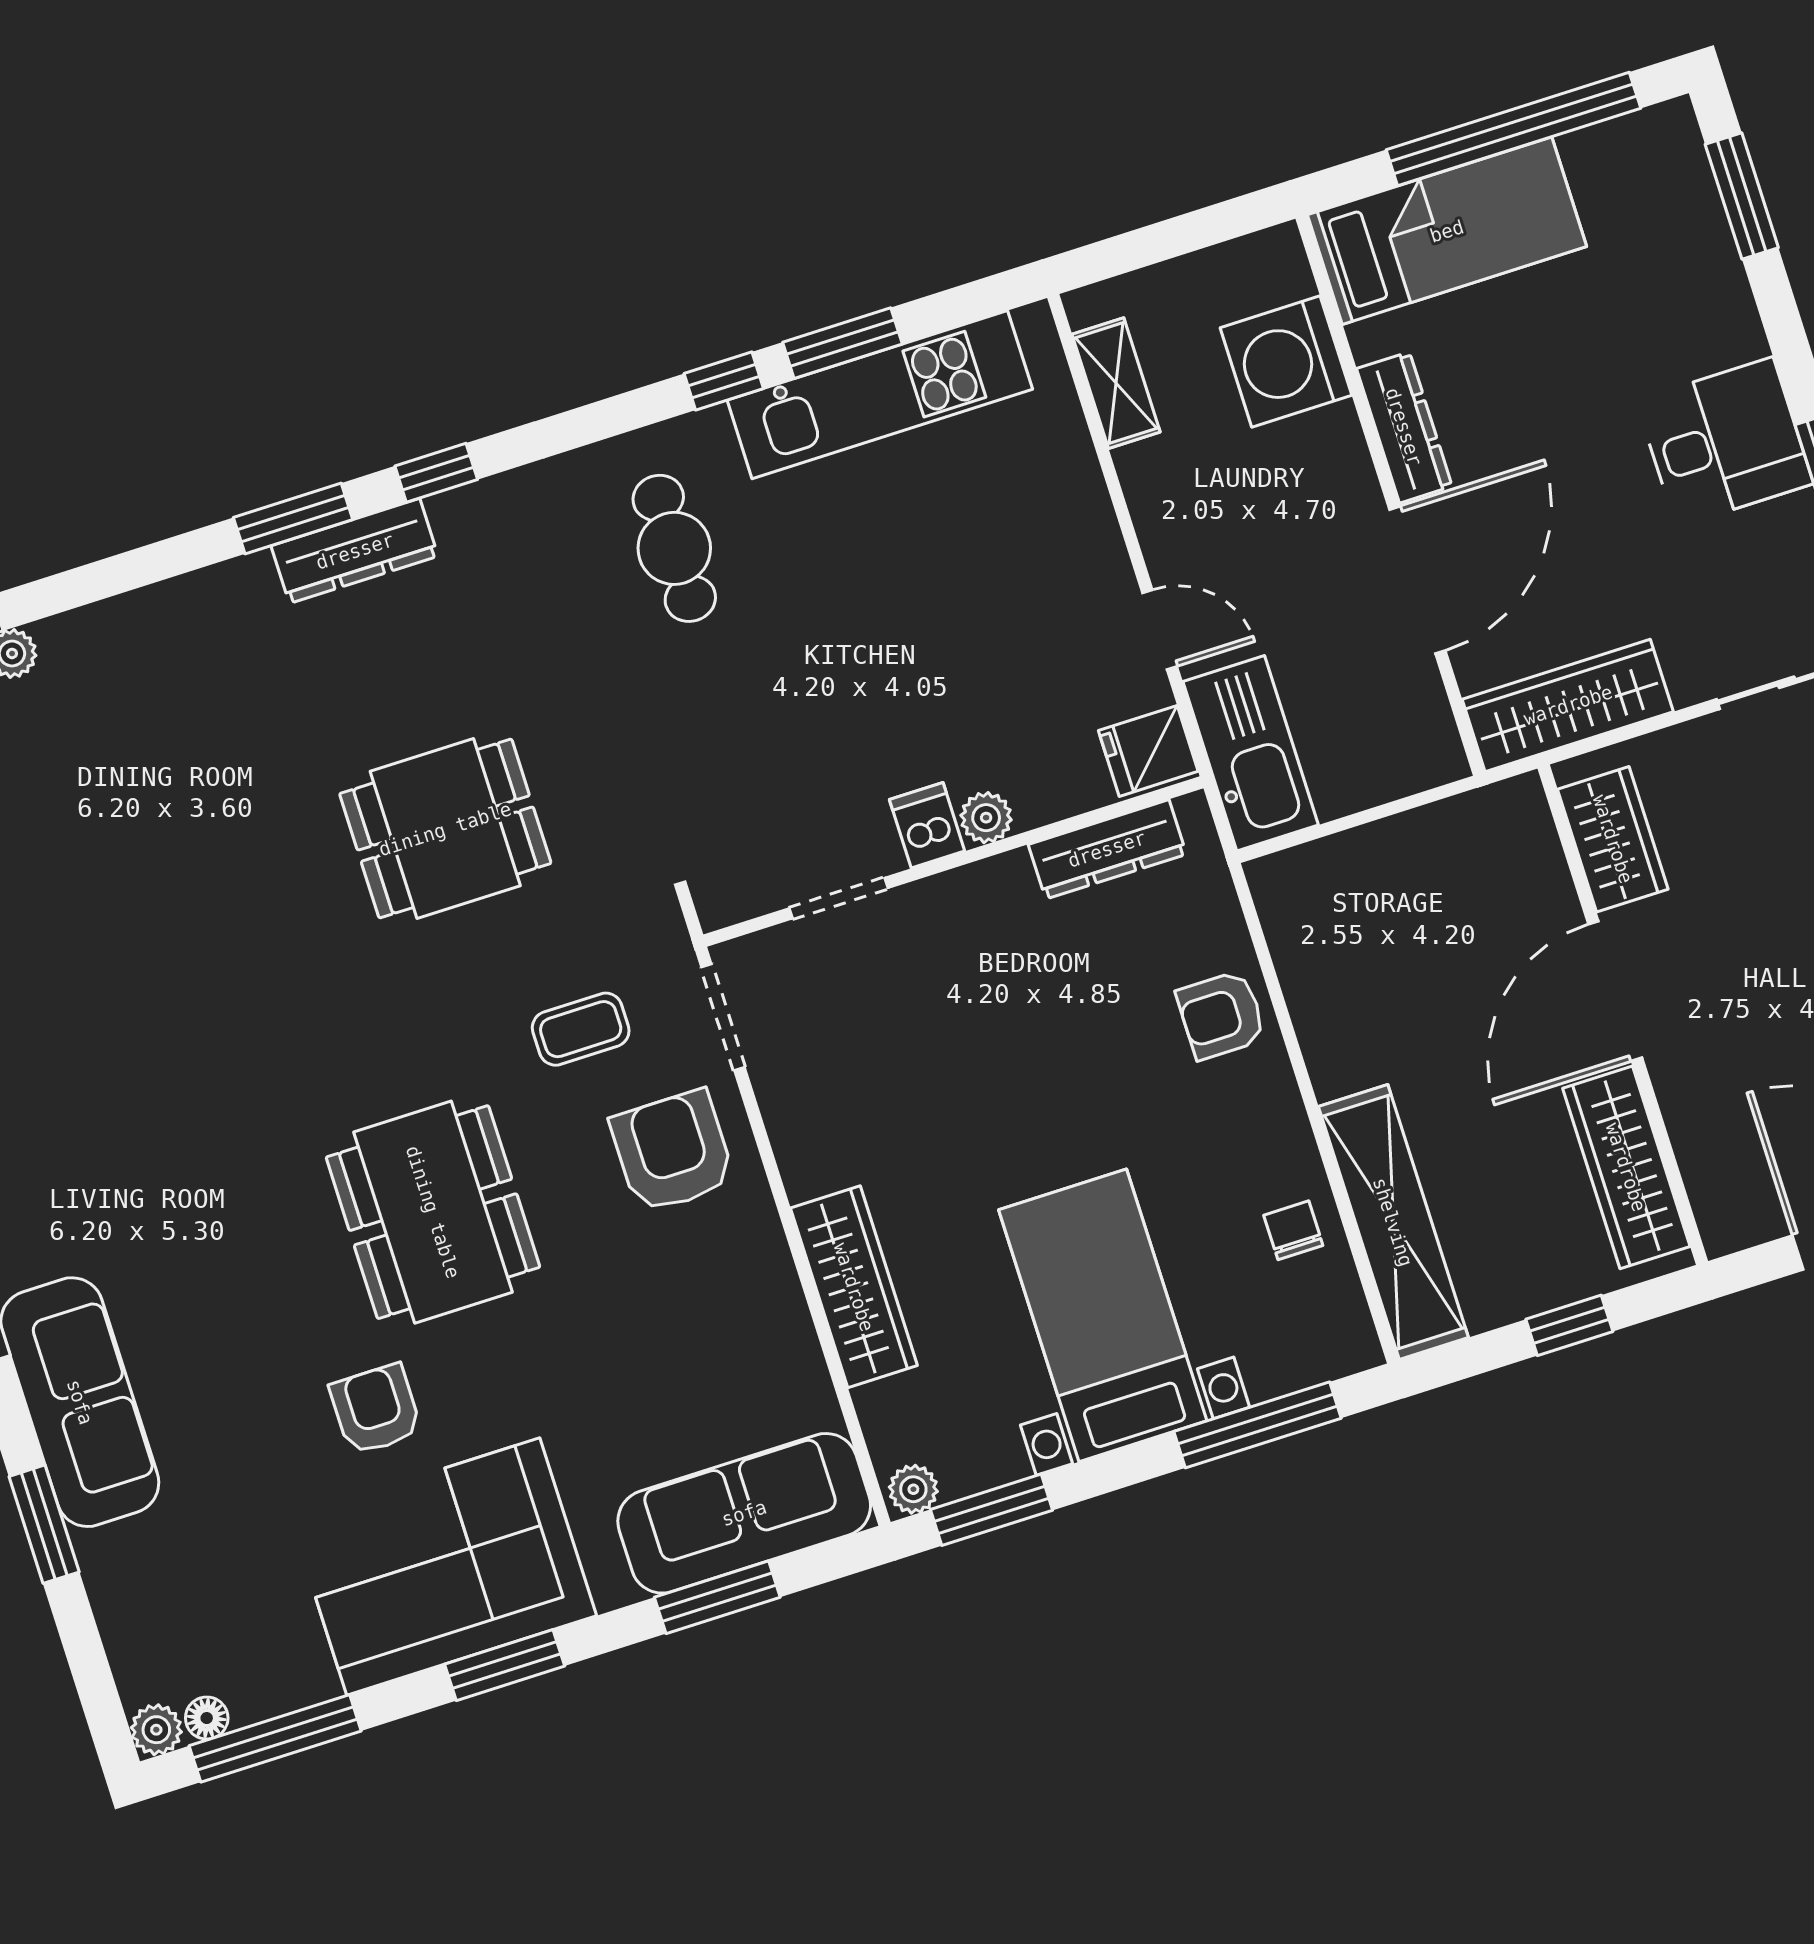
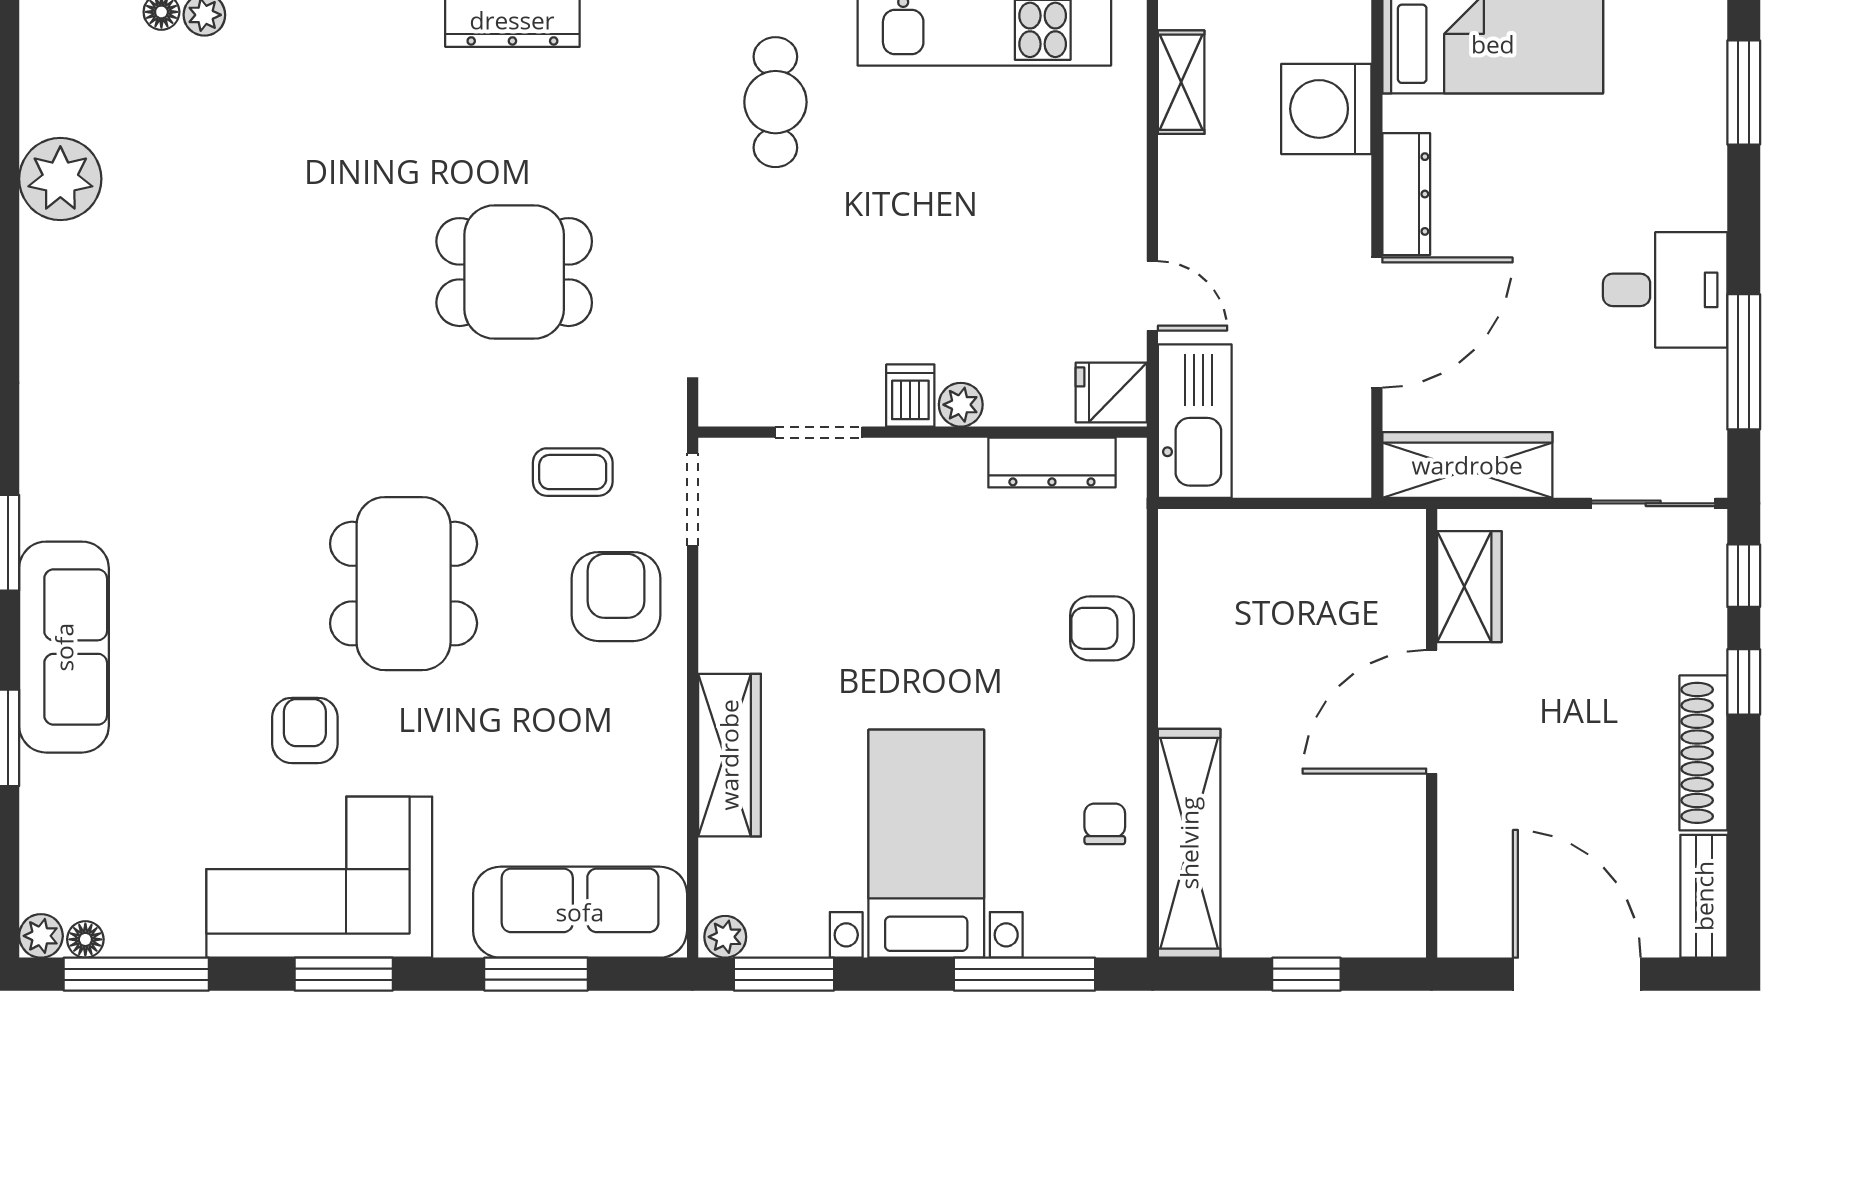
wardrobe: (1626, 1167) -> (1395, 859), removed

